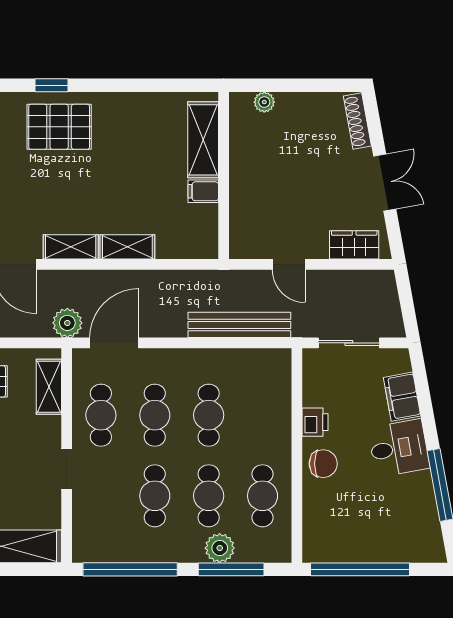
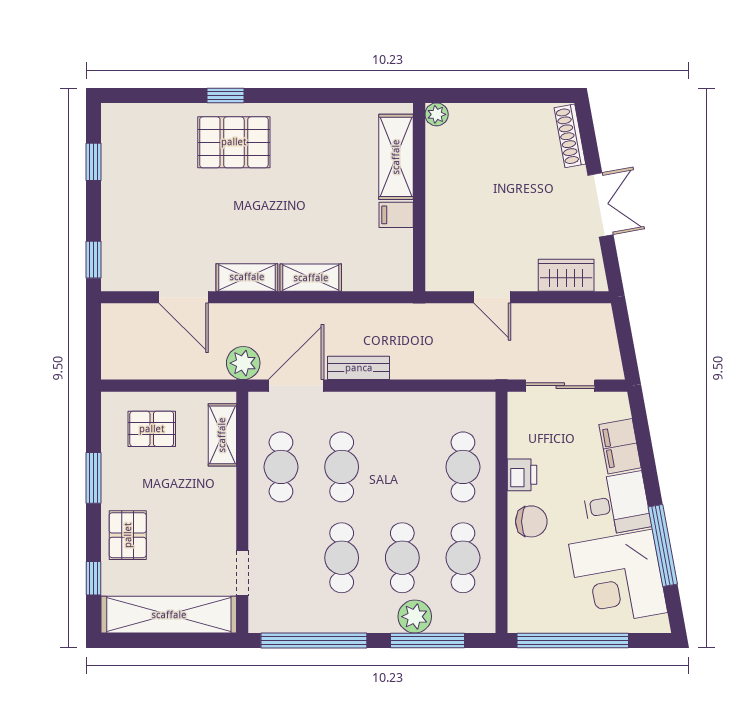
plant: (264, 102) -> (437, 114), moved
bench: (239, 325) -> (359, 368), moved, width x0.54, depth x0.82
cafe table: (209, 415) -> (463, 467), moved
doorway: (67, 469) -> (242, 573), moved
corner desk: (400, 514) -> (618, 578), added

